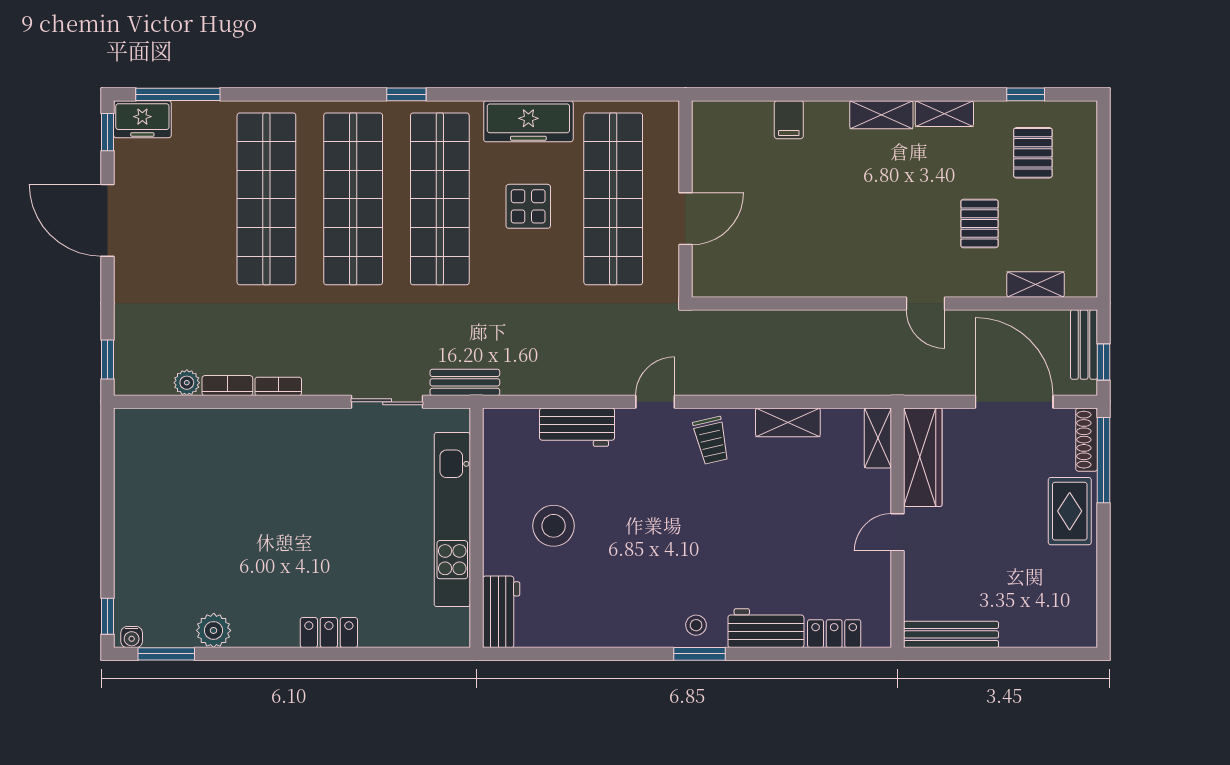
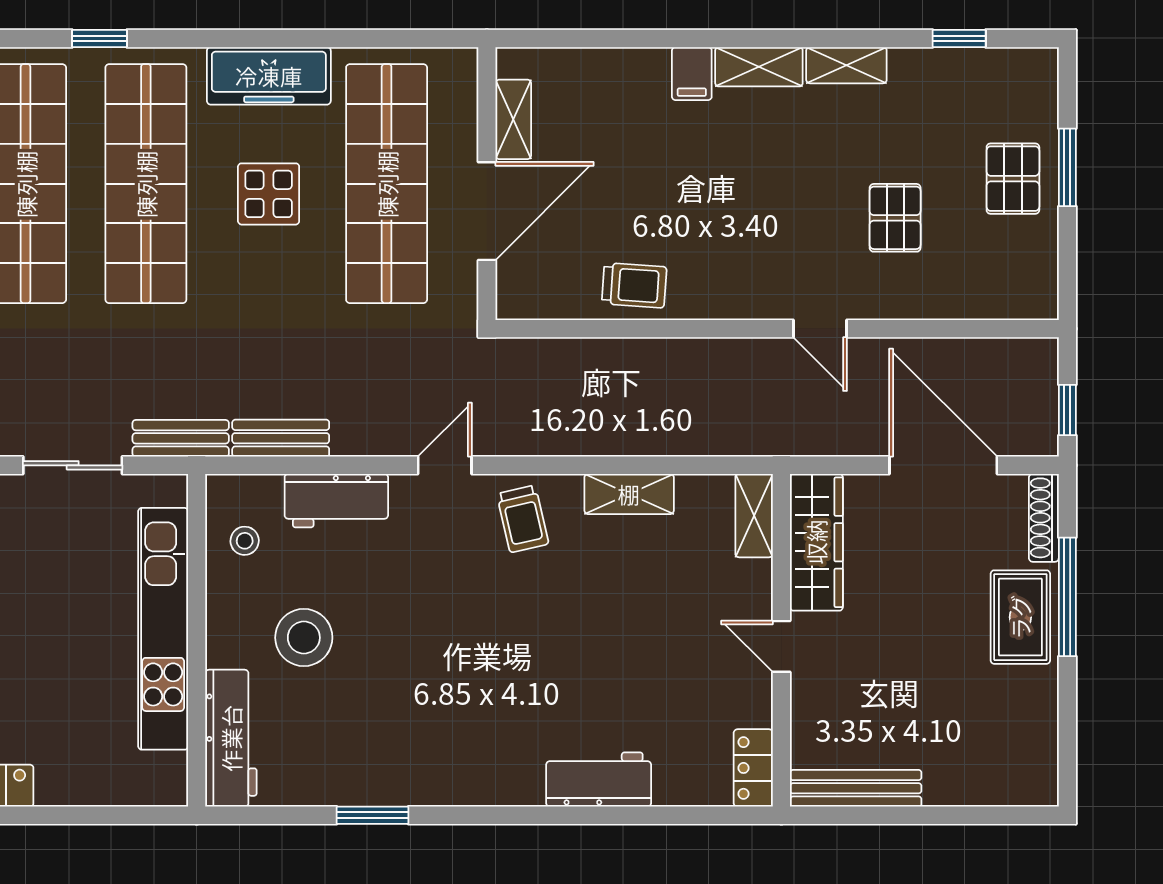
filing cabinet: (789, 120) -> (692, 74), moved
pallet: (1033, 153) -> (1013, 179), moved
window: (1104, 187) -> (1067, 167), added
door: (685, 219) -> (487, 211), width x1.36
trolley: (792, 272) -> (634, 285), added
shelving: (1036, 284) -> (513, 119), moved, turned 90
bench: (1084, 345) -> (281, 438), moved, turned 90
window: (1104, 460) -> (1067, 597), moved
door: (898, 532) -> (781, 646), hinge flipped
workbench: (501, 612) -> (231, 738), width x1.38
stool: (696, 625) -> (245, 541), moved
locker: (834, 634) -> (753, 768), moved, turned -90
window: (699, 654) -> (373, 815), moved

